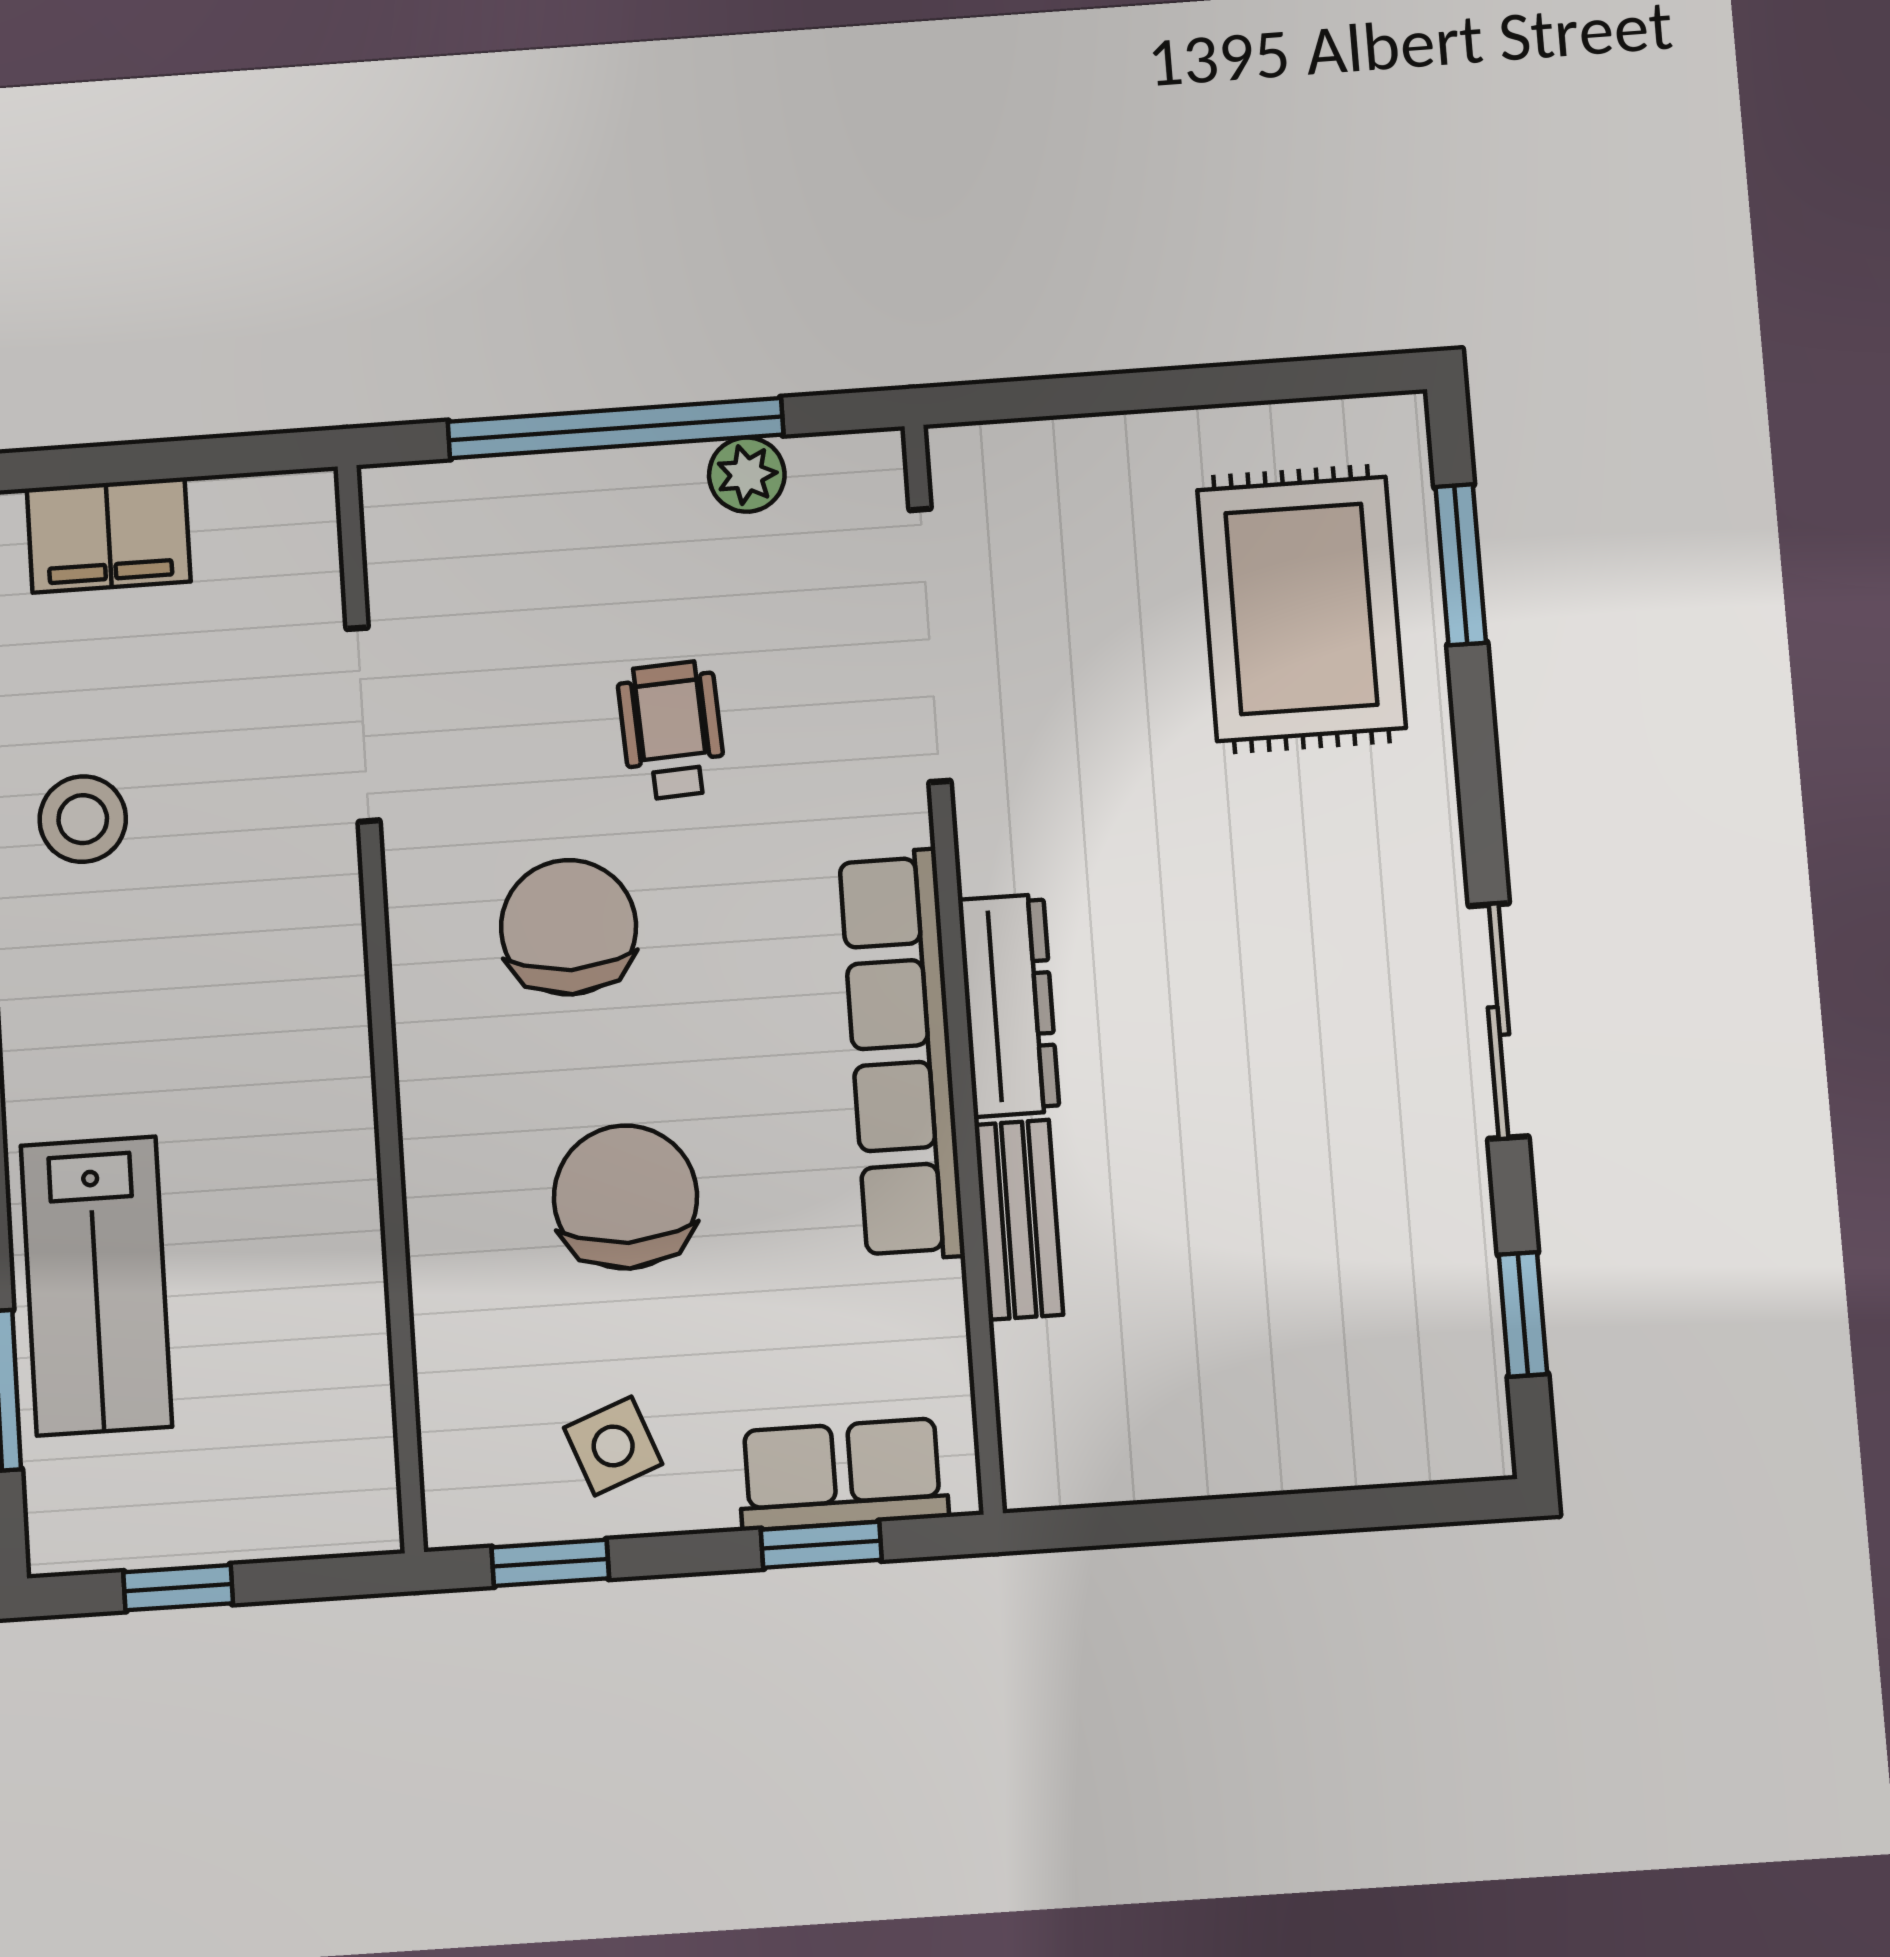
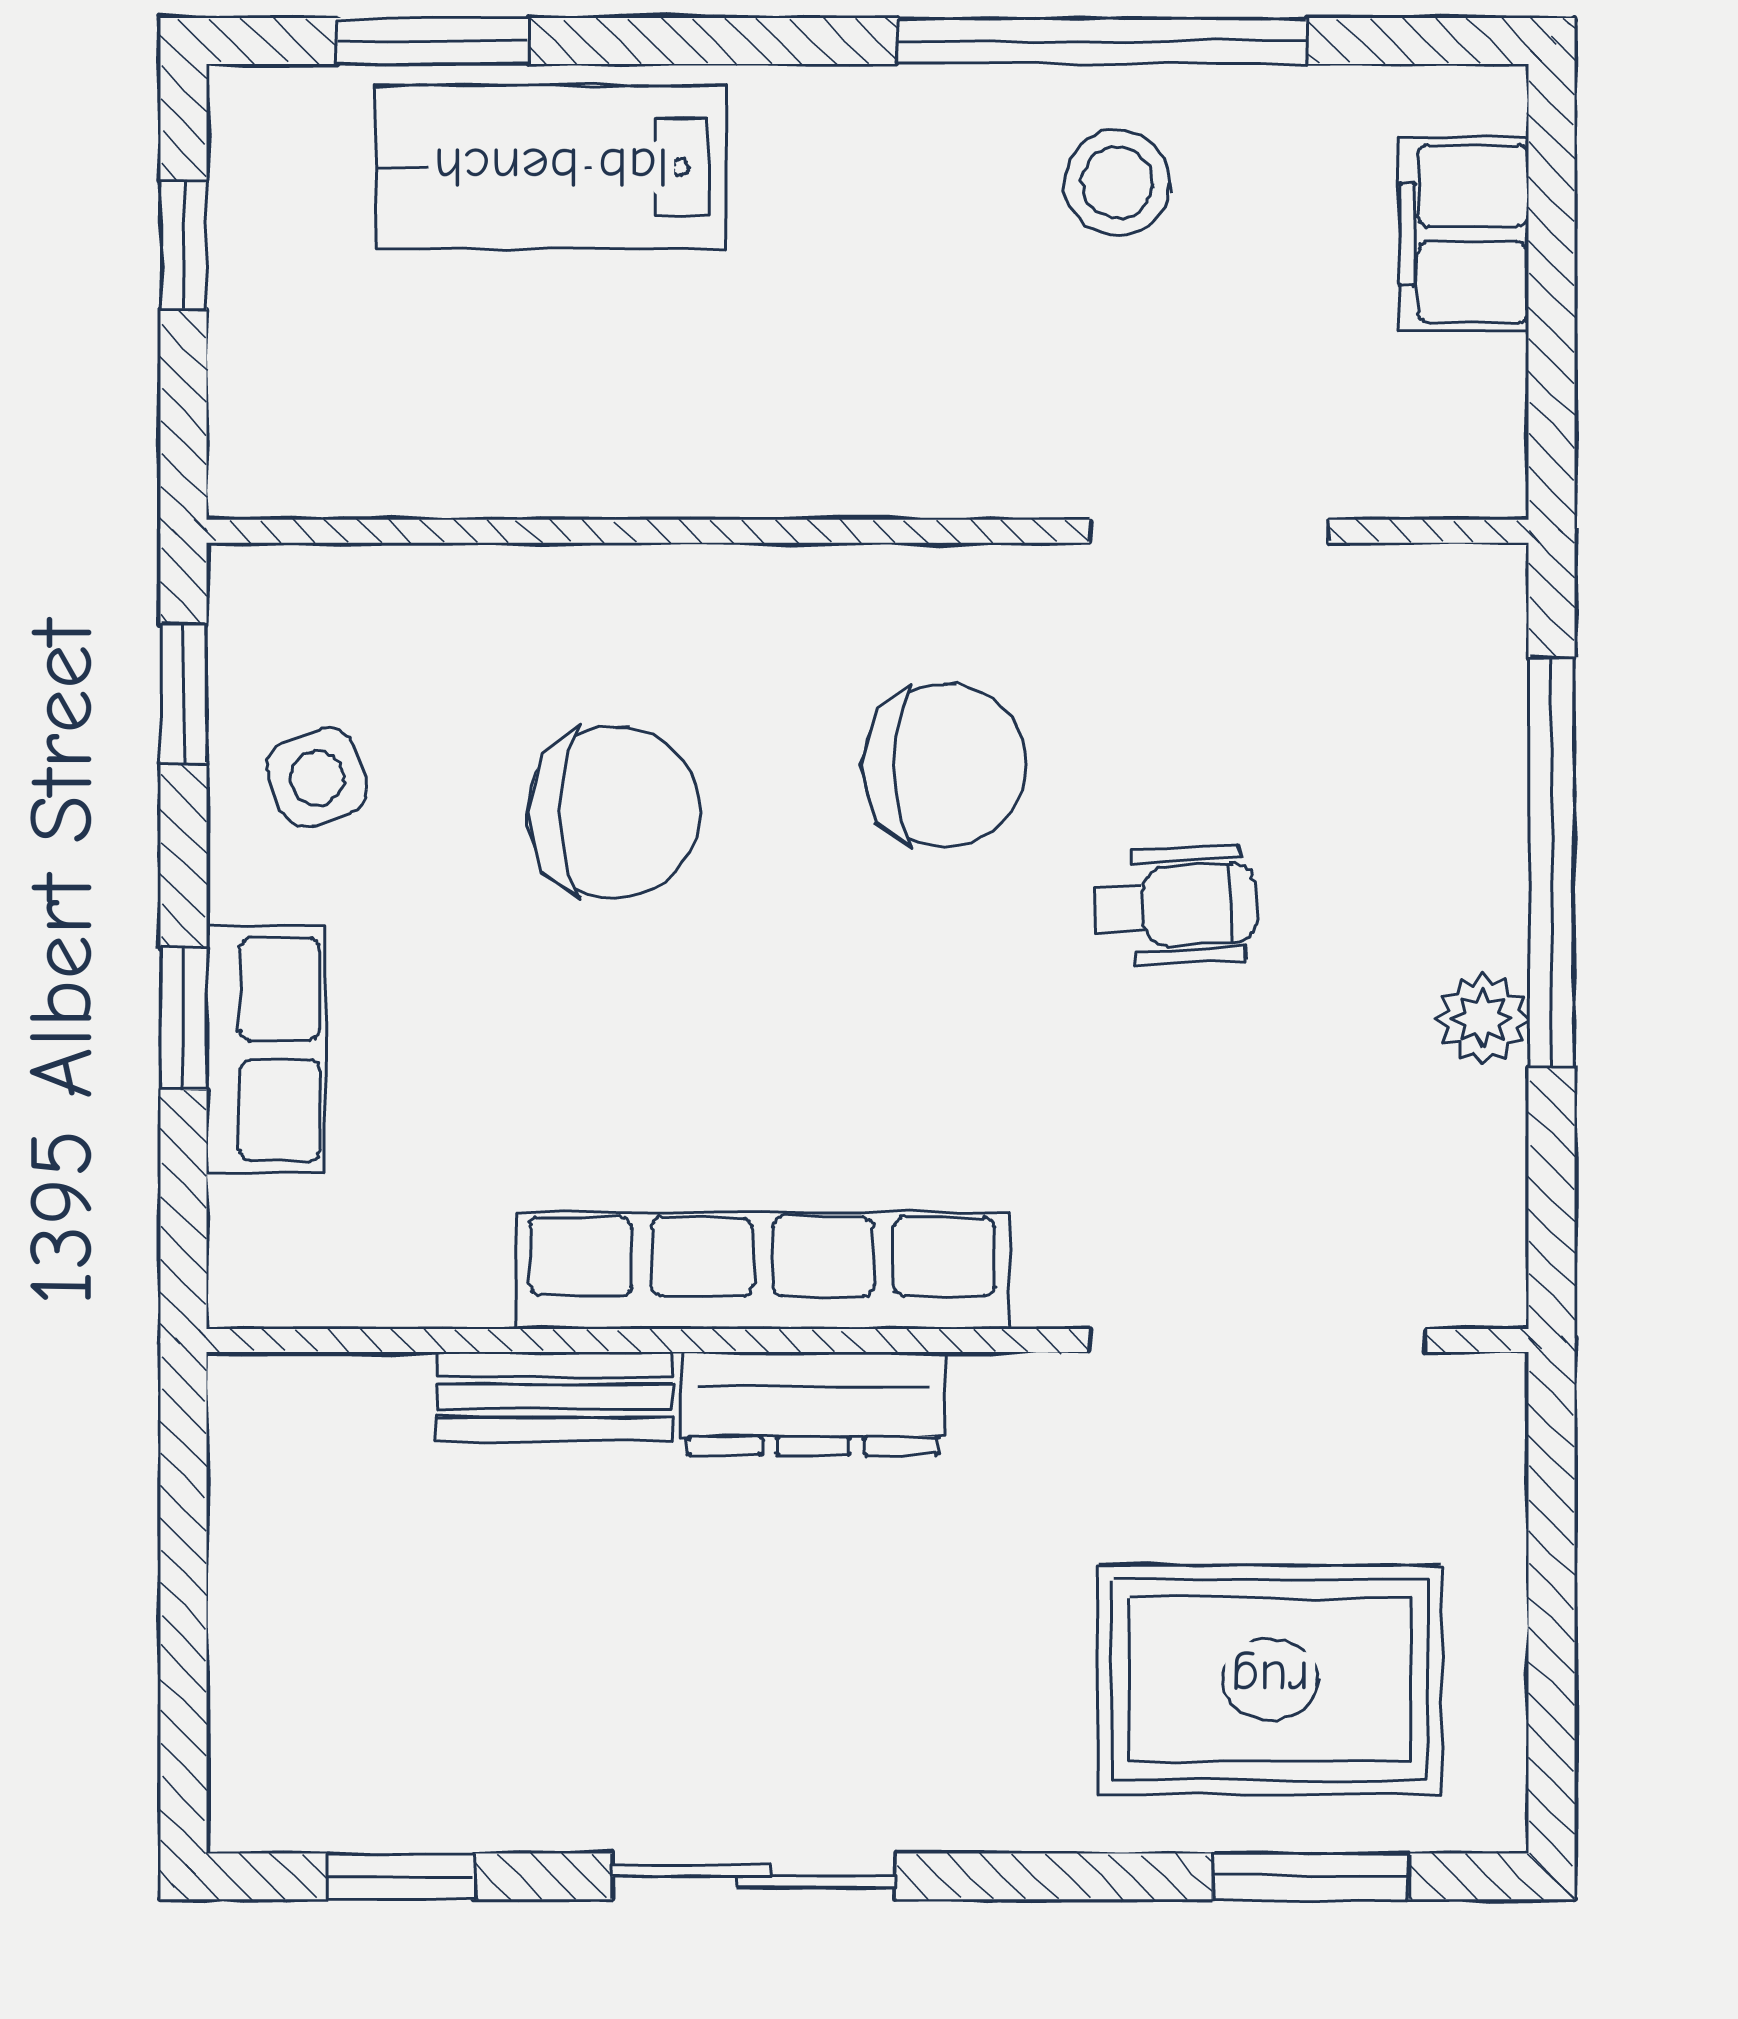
doorway: (930, 645) -> (1257, 1341), moved
wall: (953, 964) -> (868, 1341), moved
dresser: (1009, 1005) -> (813, 1404), moved
row of seats: (902, 1055) -> (762, 1271), moved
bench: (1019, 1220) -> (555, 1397), moved

